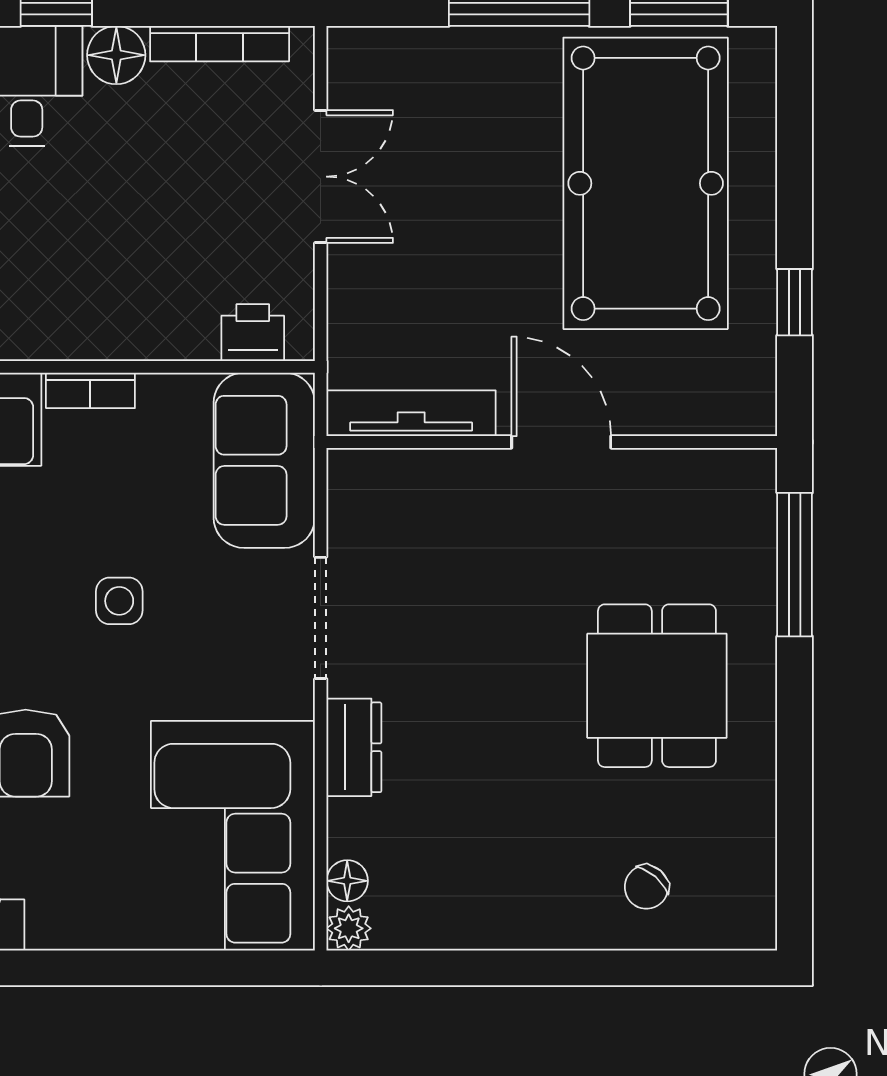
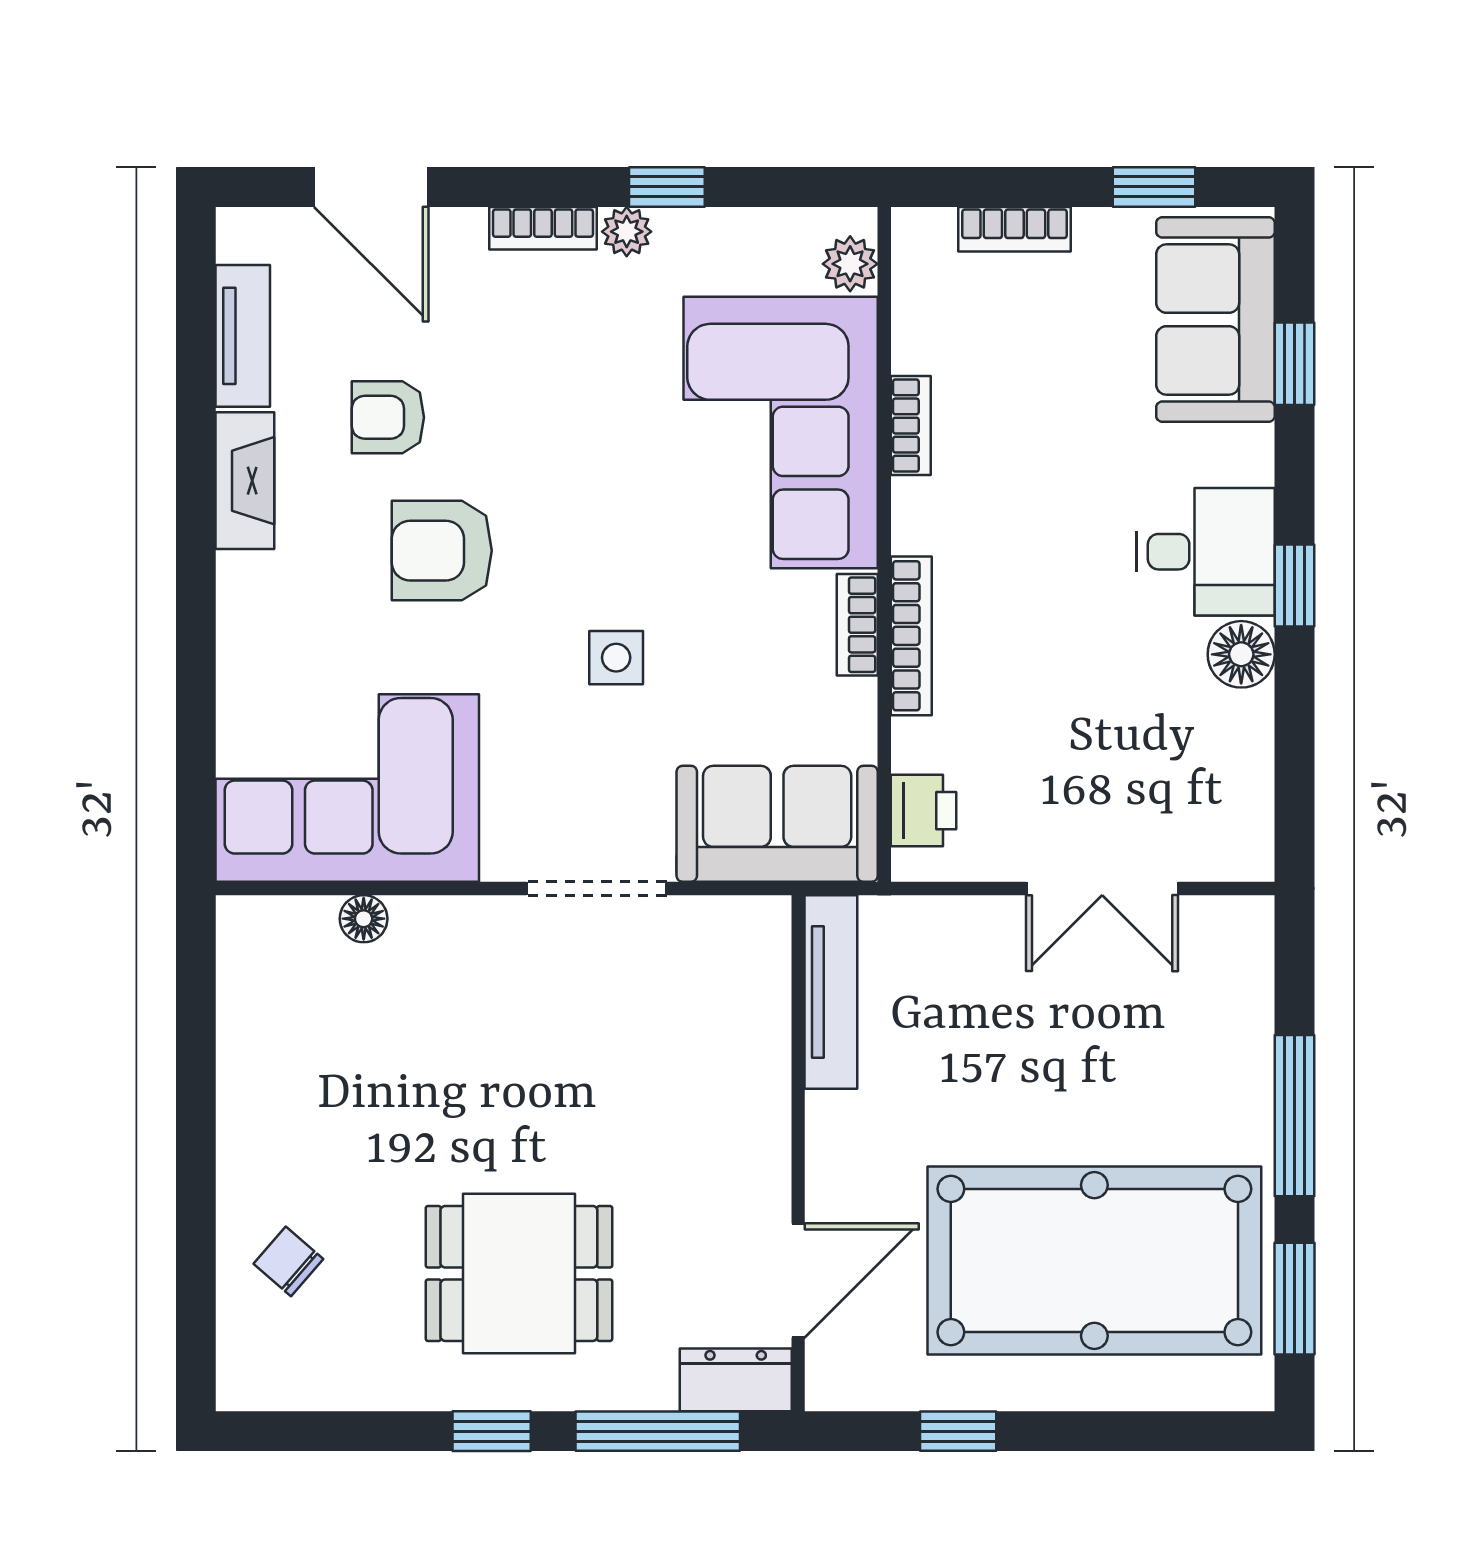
bookcase: (220, 44) -> (911, 636), moved, turned 180
door: (561, 442) -> (798, 1281), moved
window: (795, 710) -> (492, 1431), added
dresser: (354, 747) -> (736, 1380), moved, turned 180
floor lamp: (347, 881) -> (364, 919), moved
plant: (349, 928) -> (241, 920), removed

